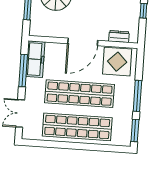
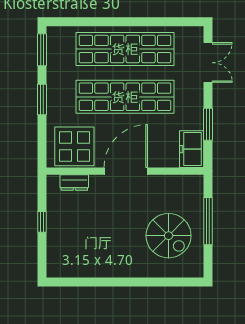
freezer: (35, 59) -> (192, 149), width x0.71
window: (23, 71) -> (208, 124), width x0.69
window: (137, 96) -> (42, 99), width x0.69

